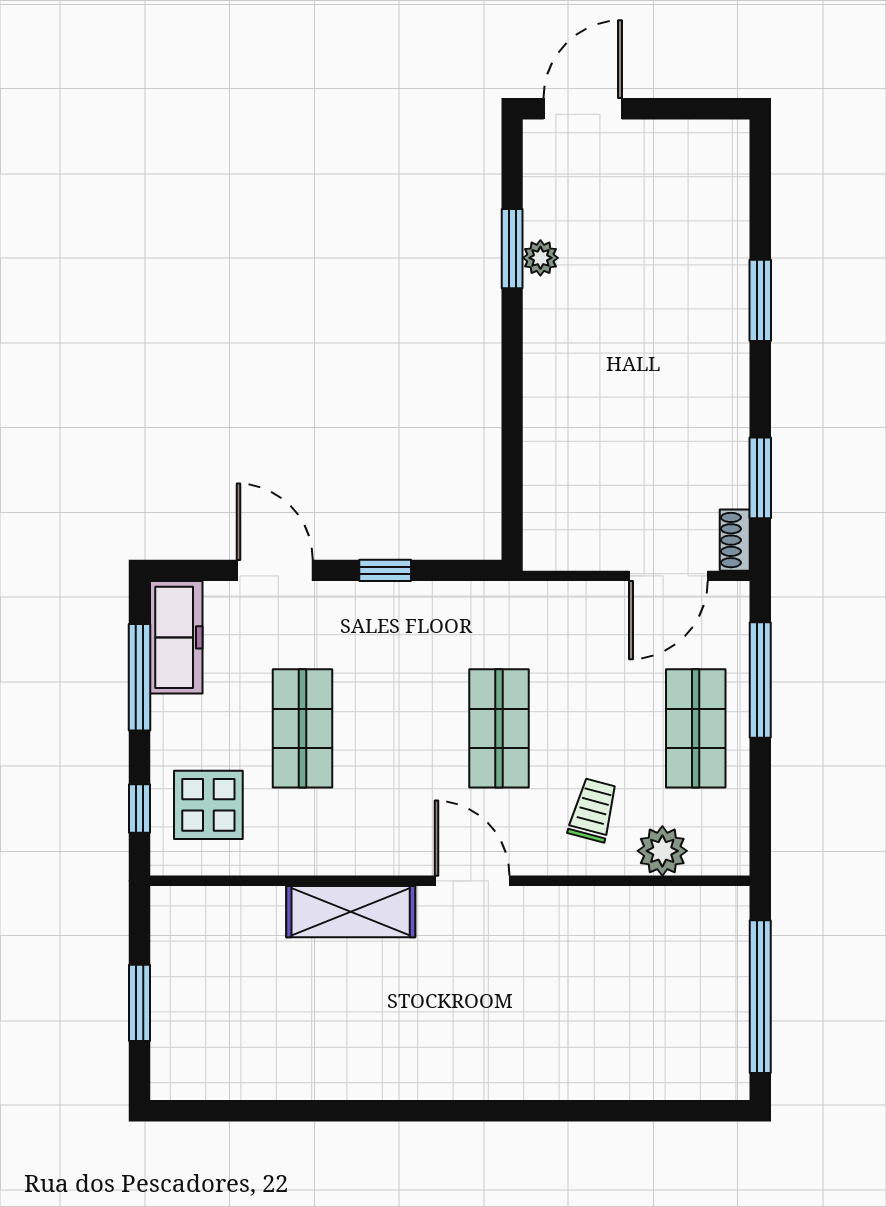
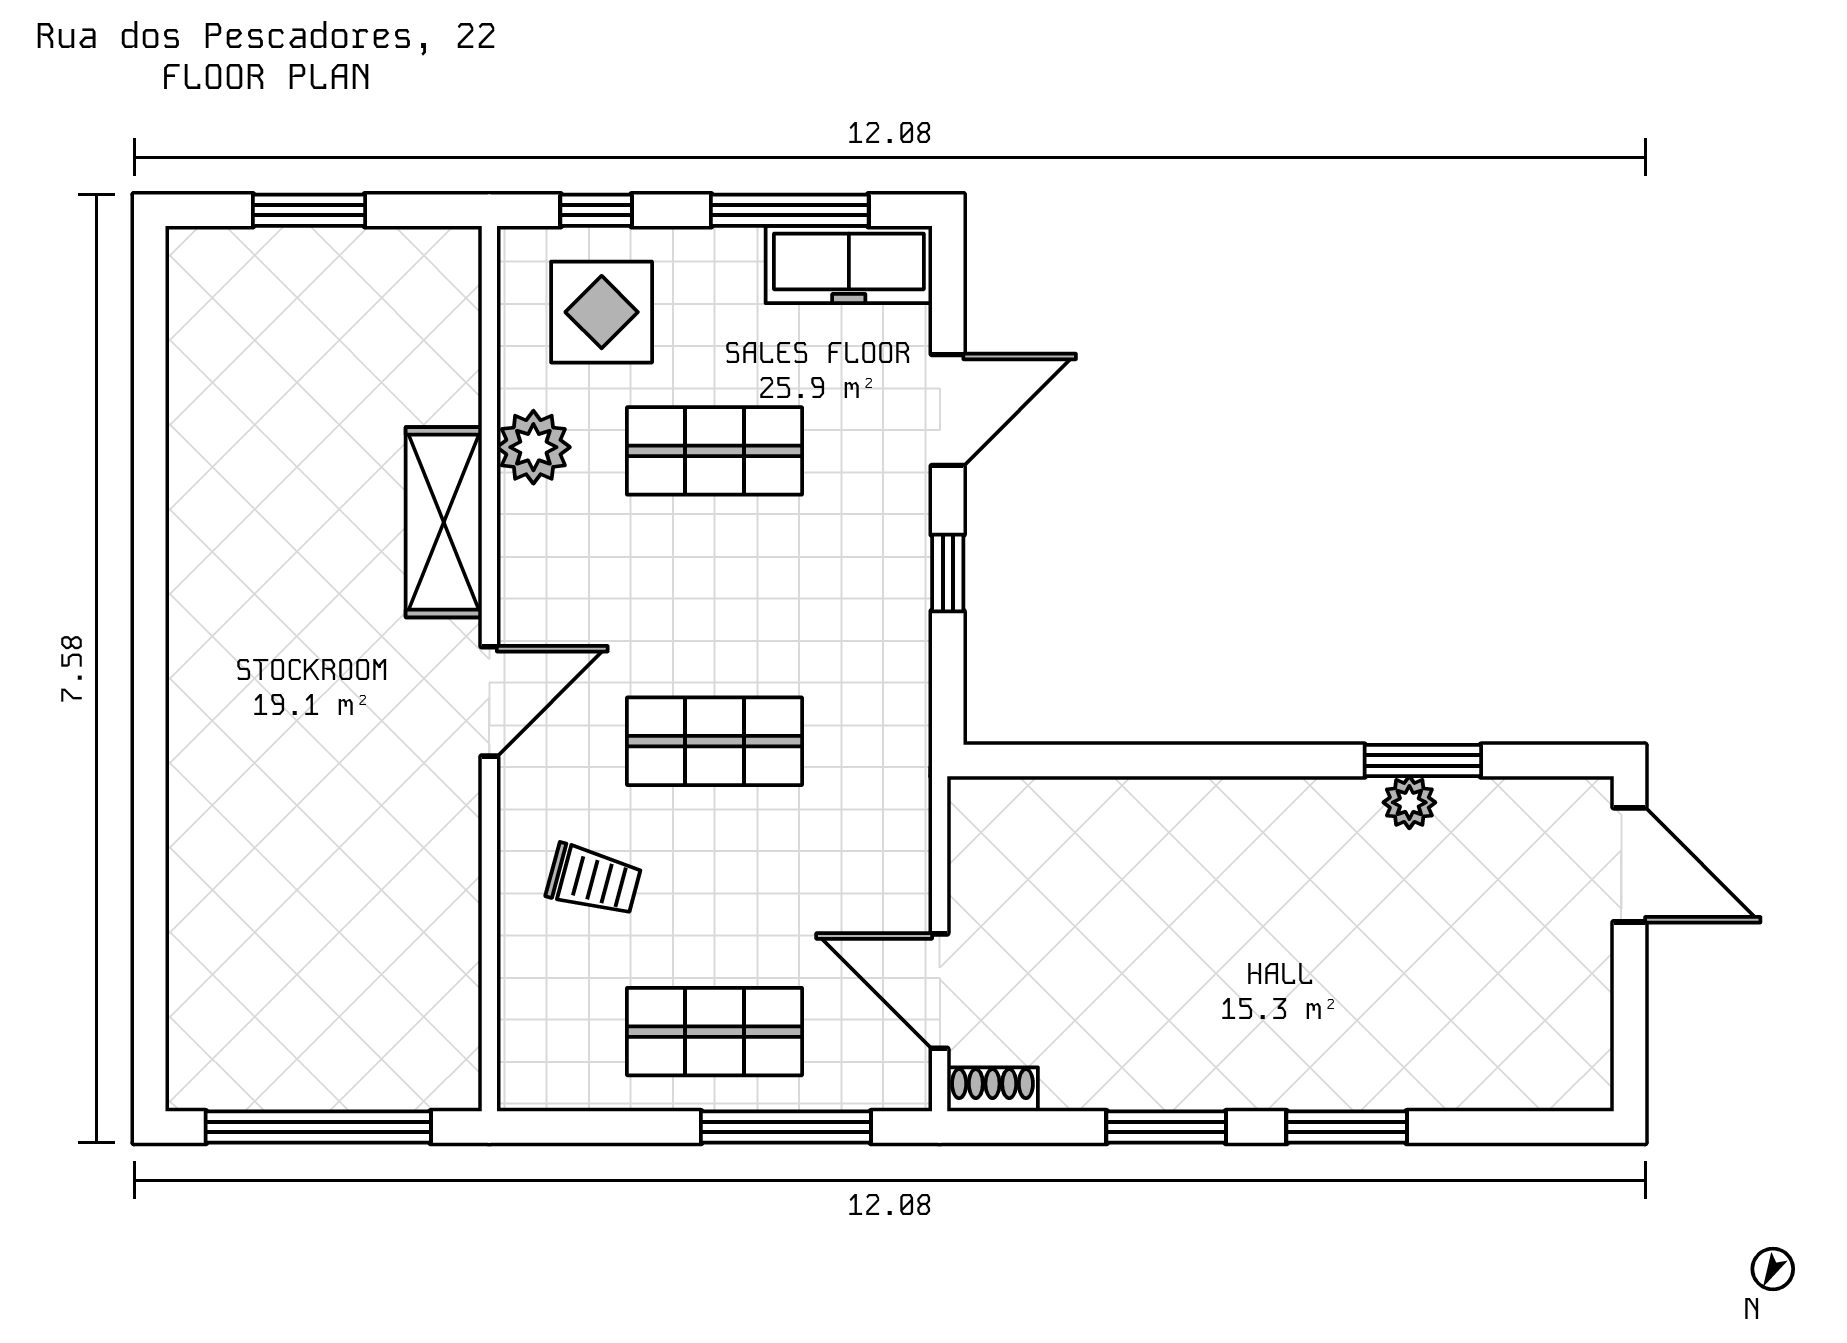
window: (760, 478) -> (1166, 1127), moved
plant: (662, 851) -> (533, 447), moved

